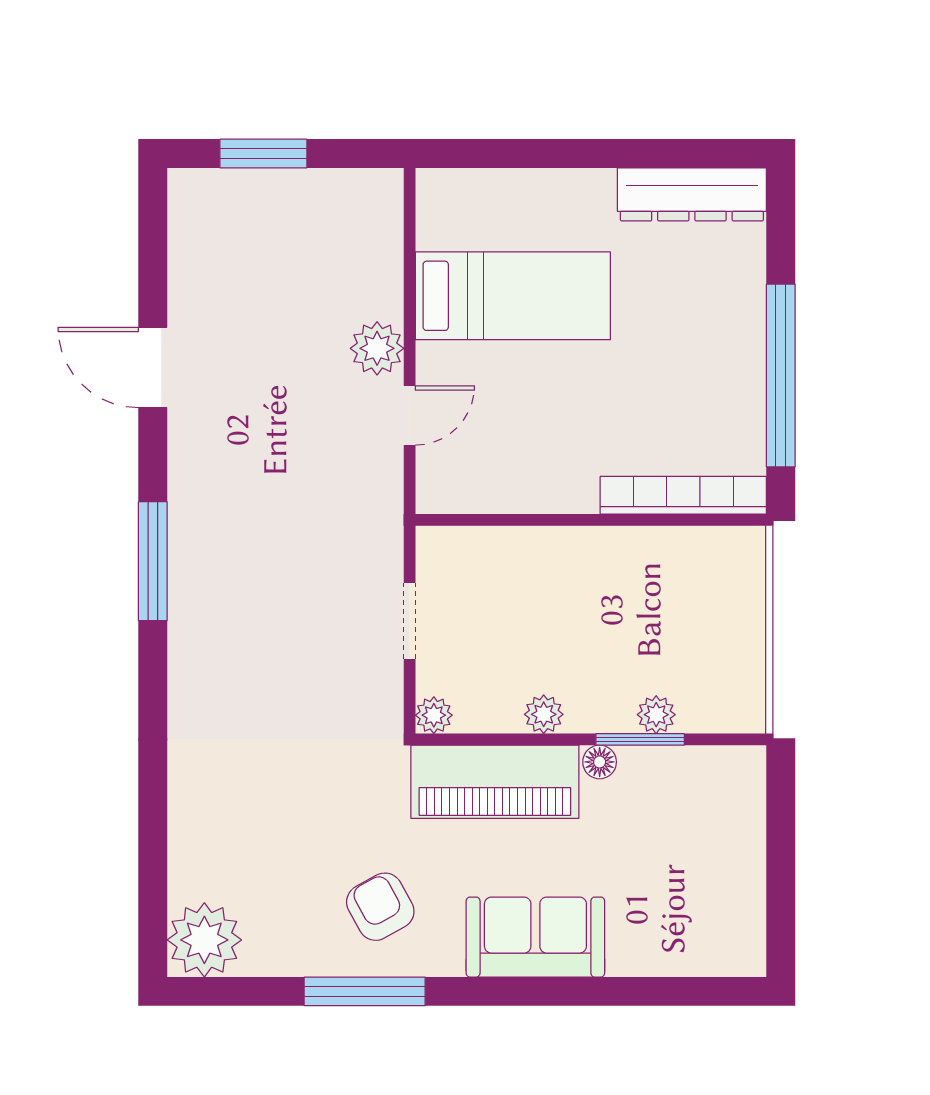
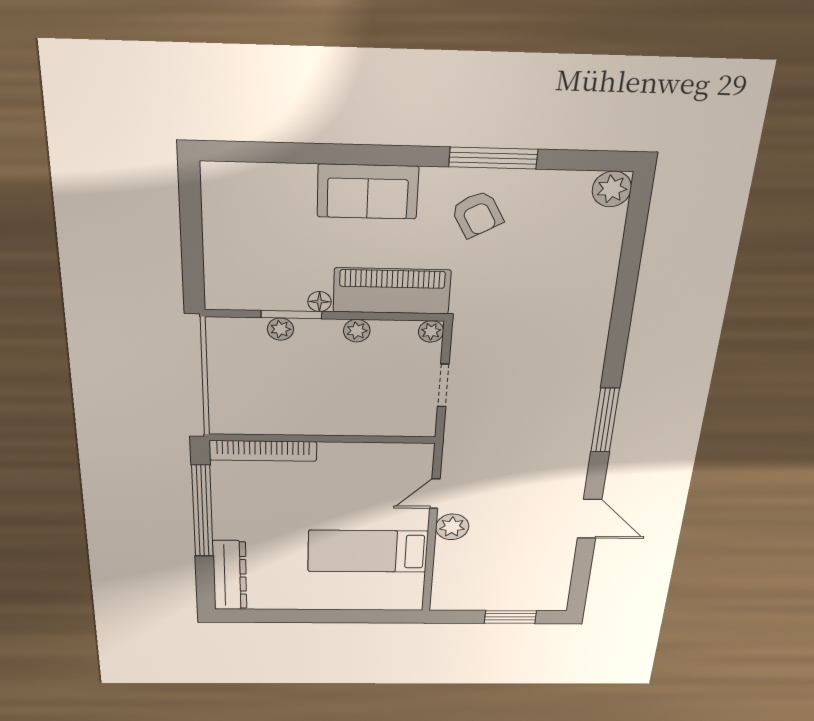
dresser: (692, 194) -> (230, 575), moved, turned 90
plant: (204, 940) -> (612, 189), width x0.73, depth x0.73

